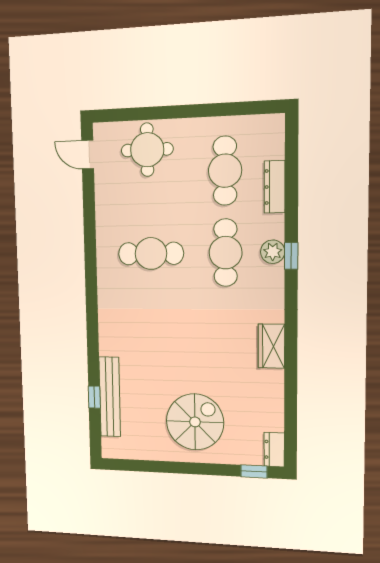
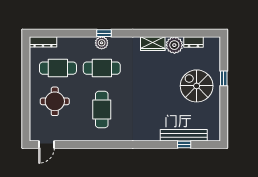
round table: (147, 150) -> (55, 101), moved
dresser: (275, 187) -> (43, 42), moved
plant: (268, 385) -> (174, 45), added
dresser: (274, 450) -> (193, 42), moved
window: (254, 472) -> (224, 78), moved

